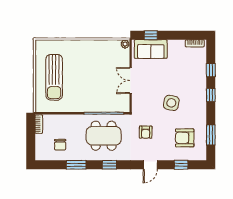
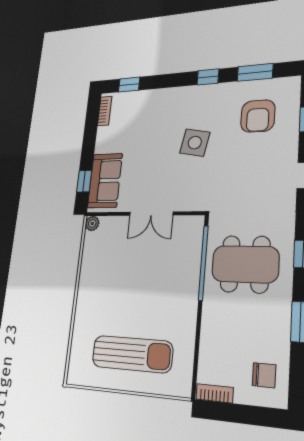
window: (211, 70) -> (129, 84), moved
window: (211, 95) -> (208, 77), moved
armchair: (146, 132) -> (243, 185), removed
dining table: (104, 136) -> (245, 264), turned 90
chair: (60, 145) -> (264, 375), moved

